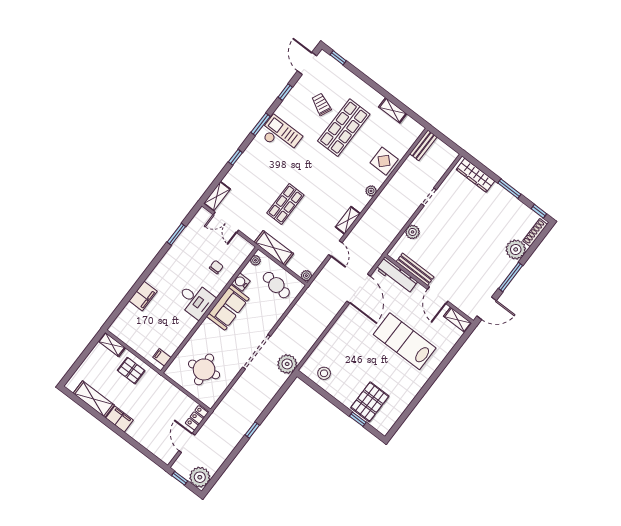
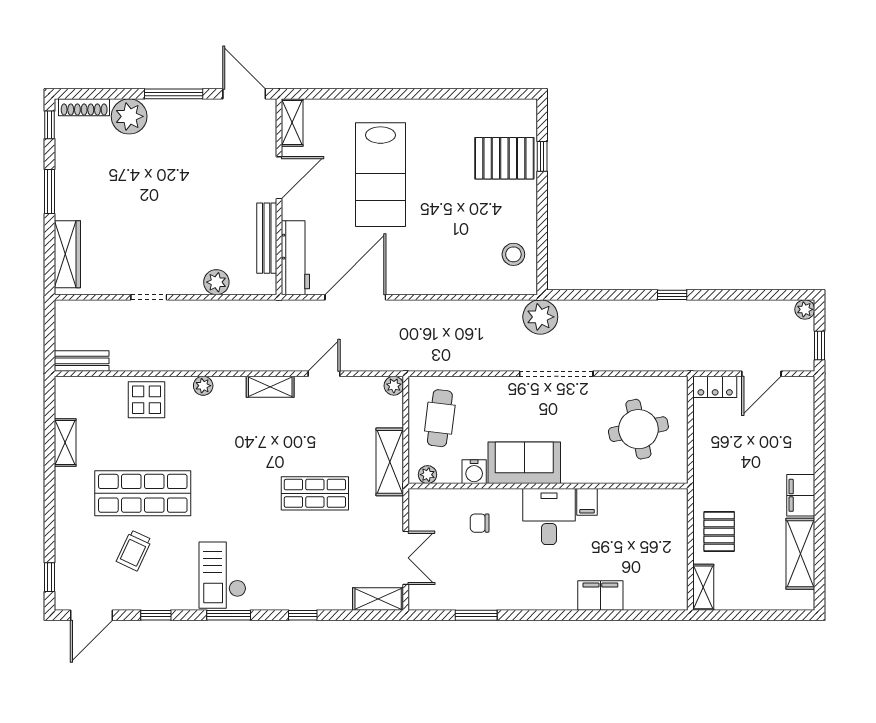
filing cabinet: (162, 357) -> (587, 502), moved
plant: (200, 477) -> (805, 309), width x0.53, depth x0.53

